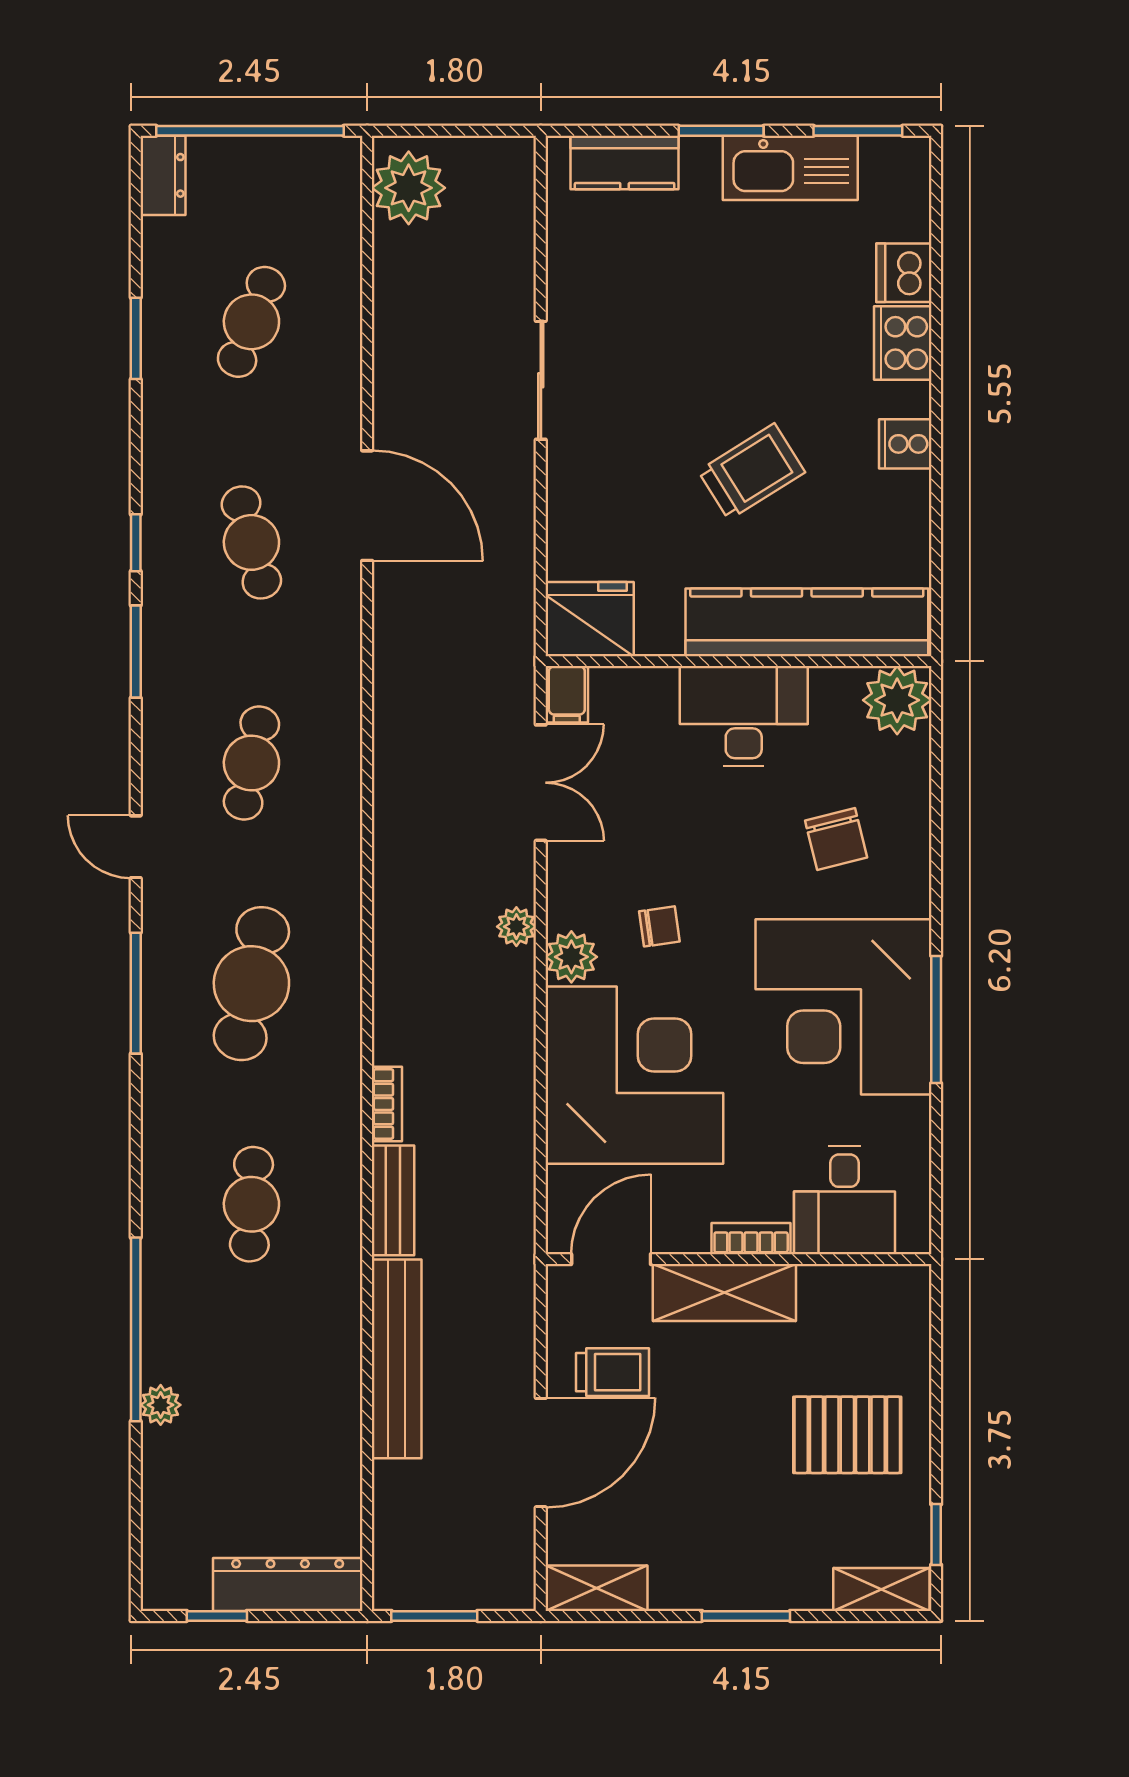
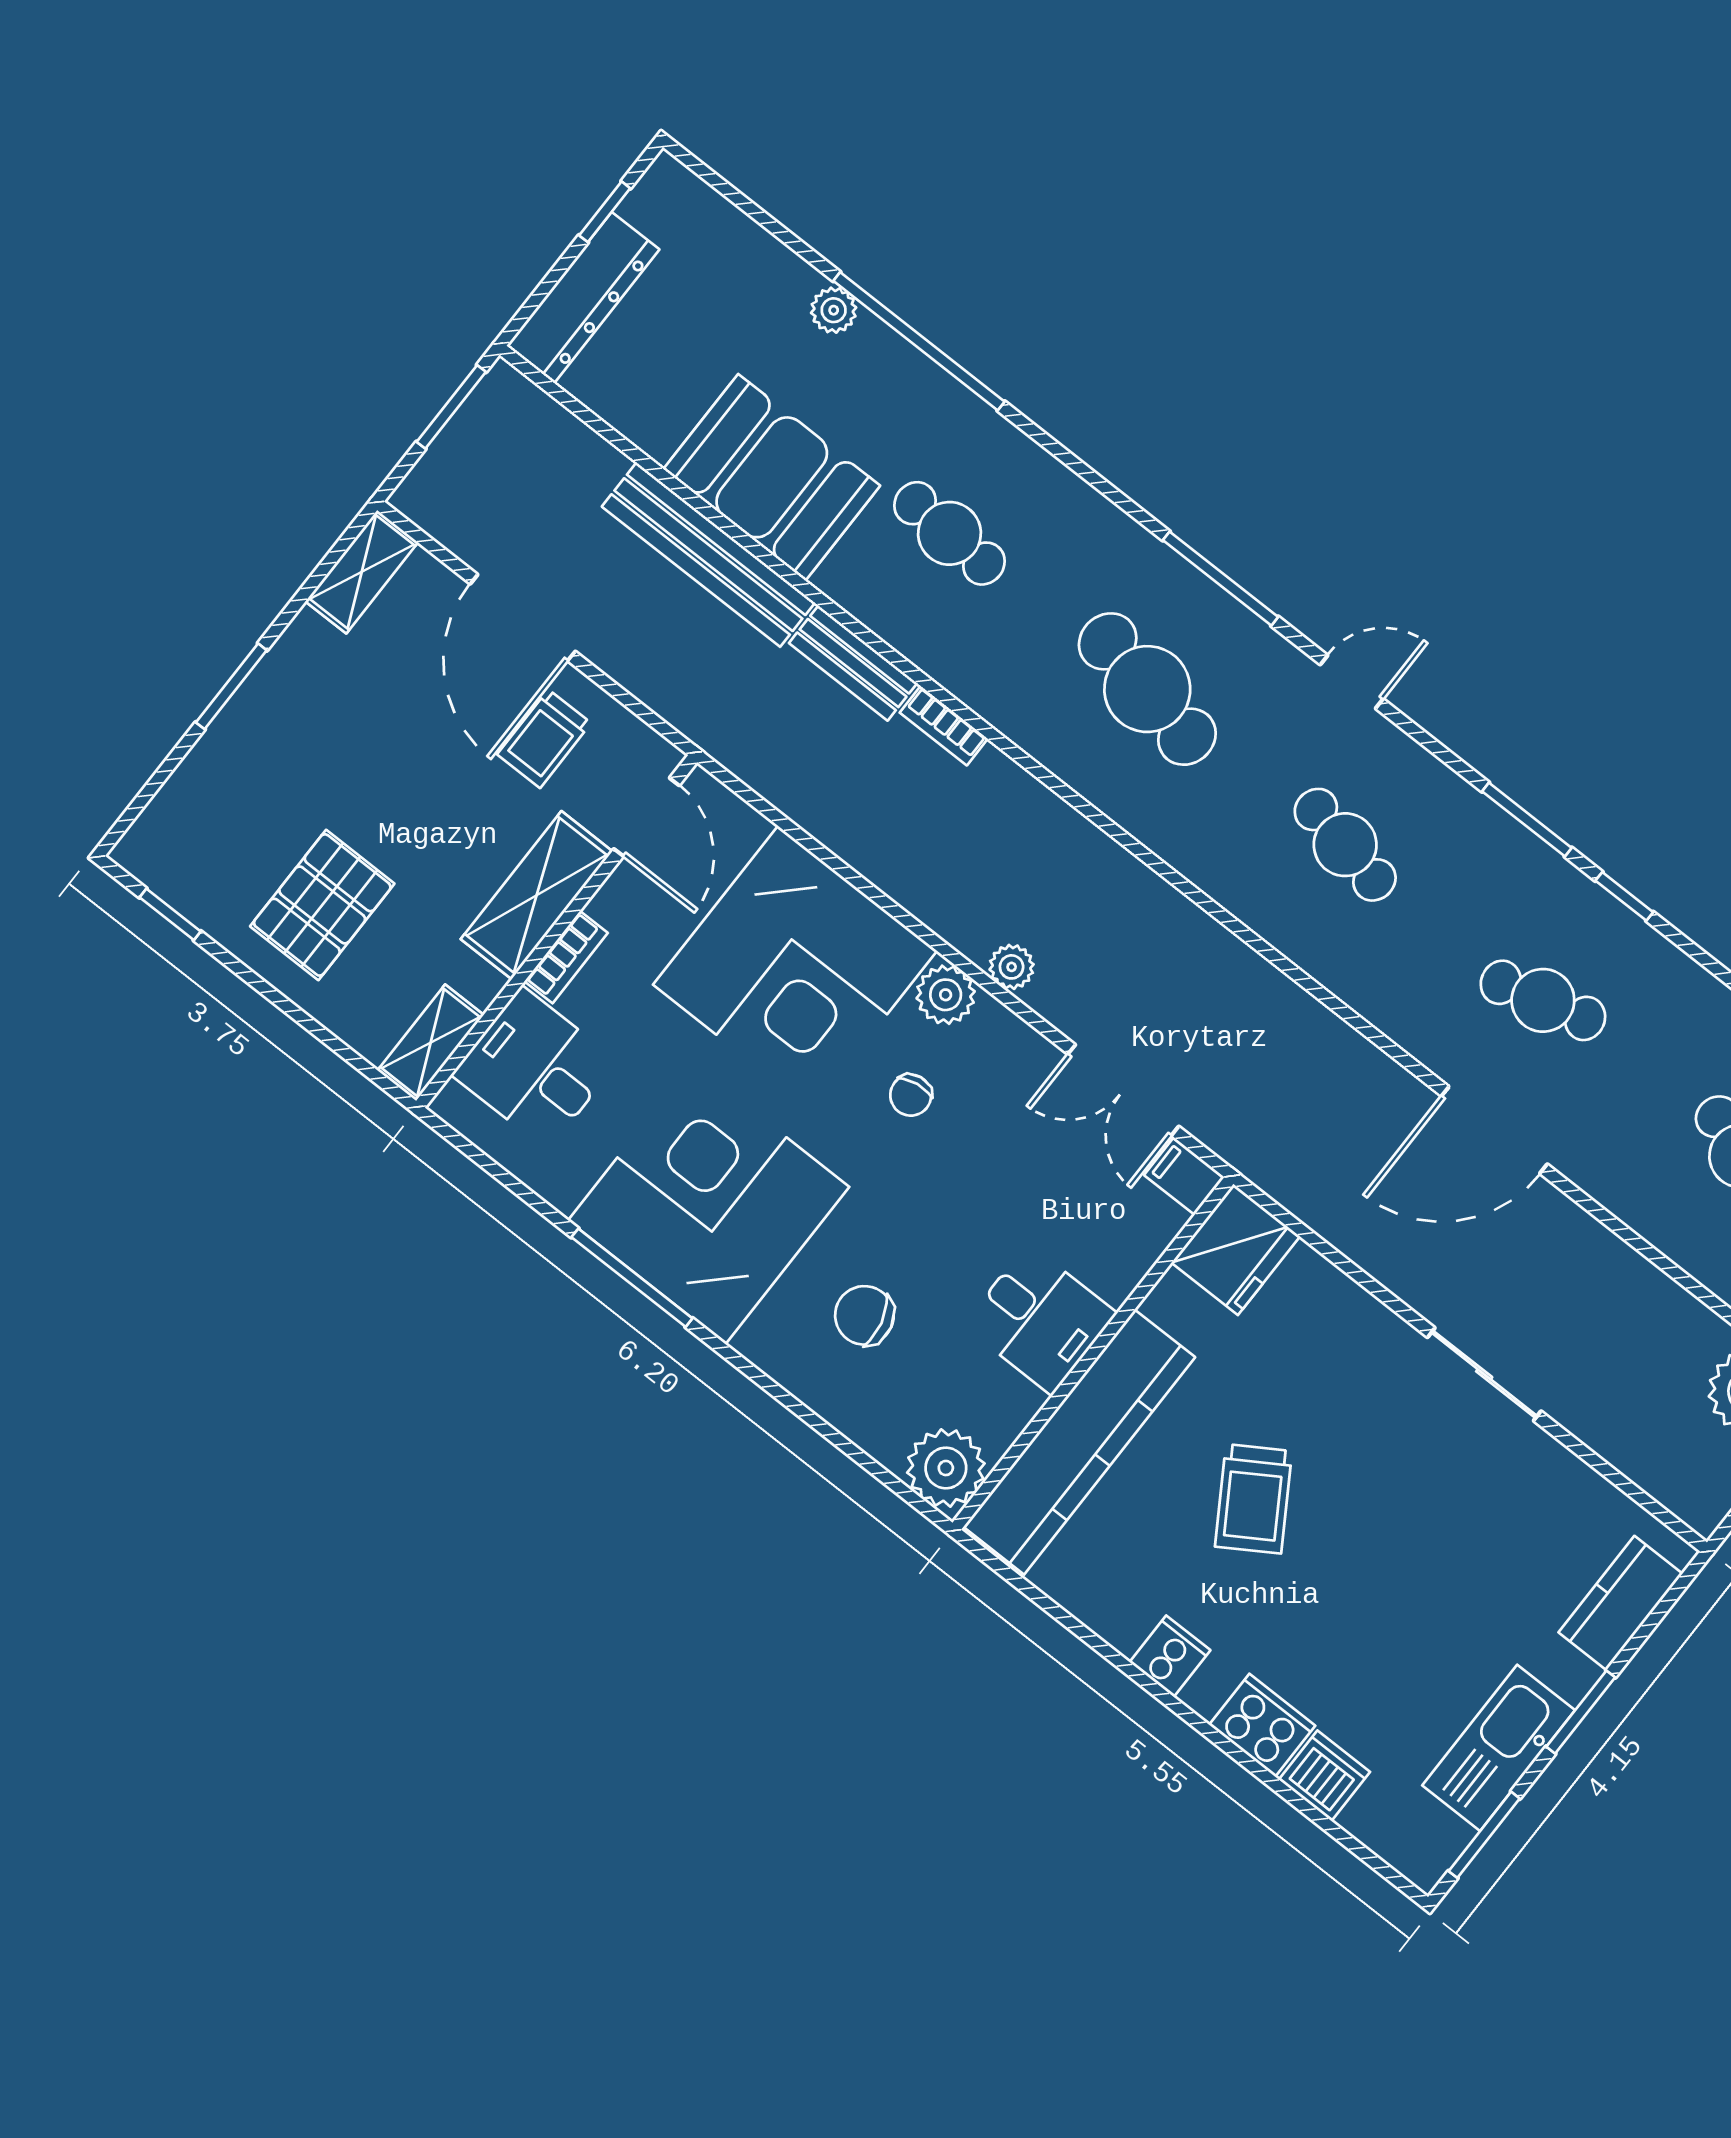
desk: (744, 716) -> (1040, 1319), width x0.73
booth: (309, 1357) -> (772, 477), added
shelving: (881, 1589) -> (431, 1043), moved

